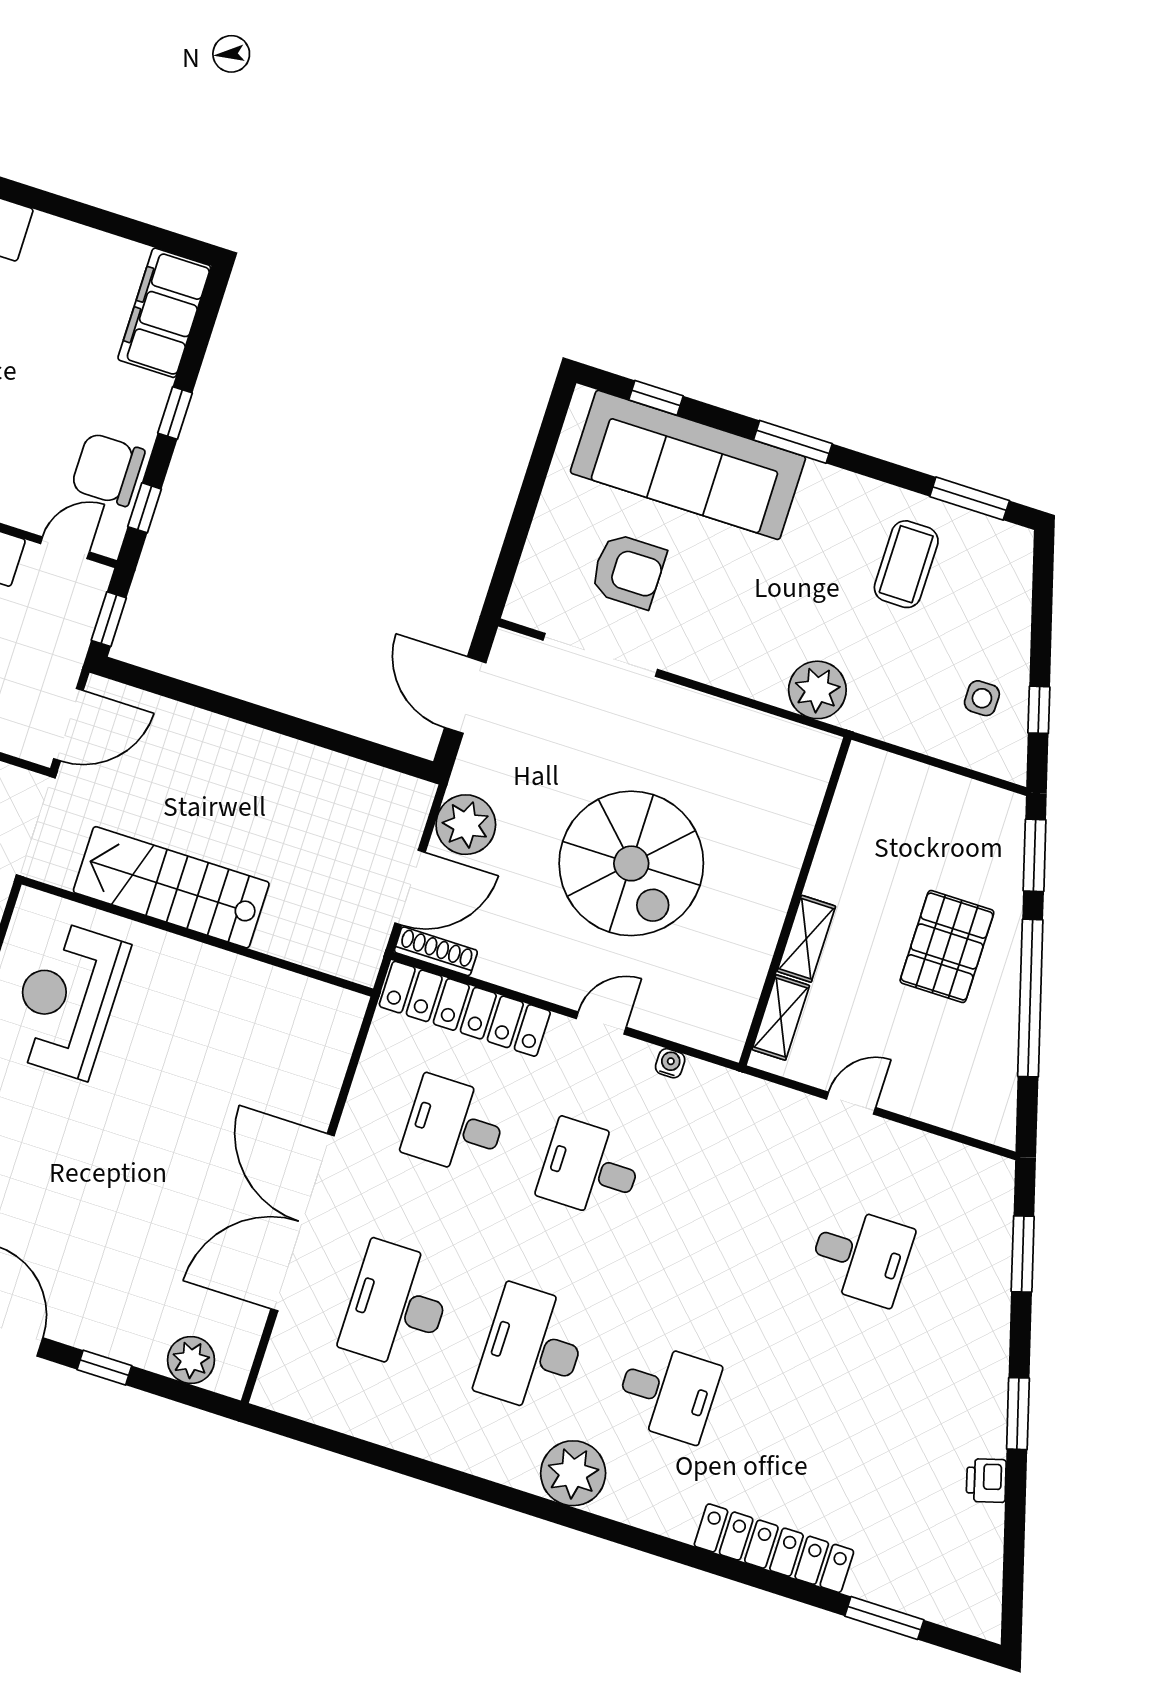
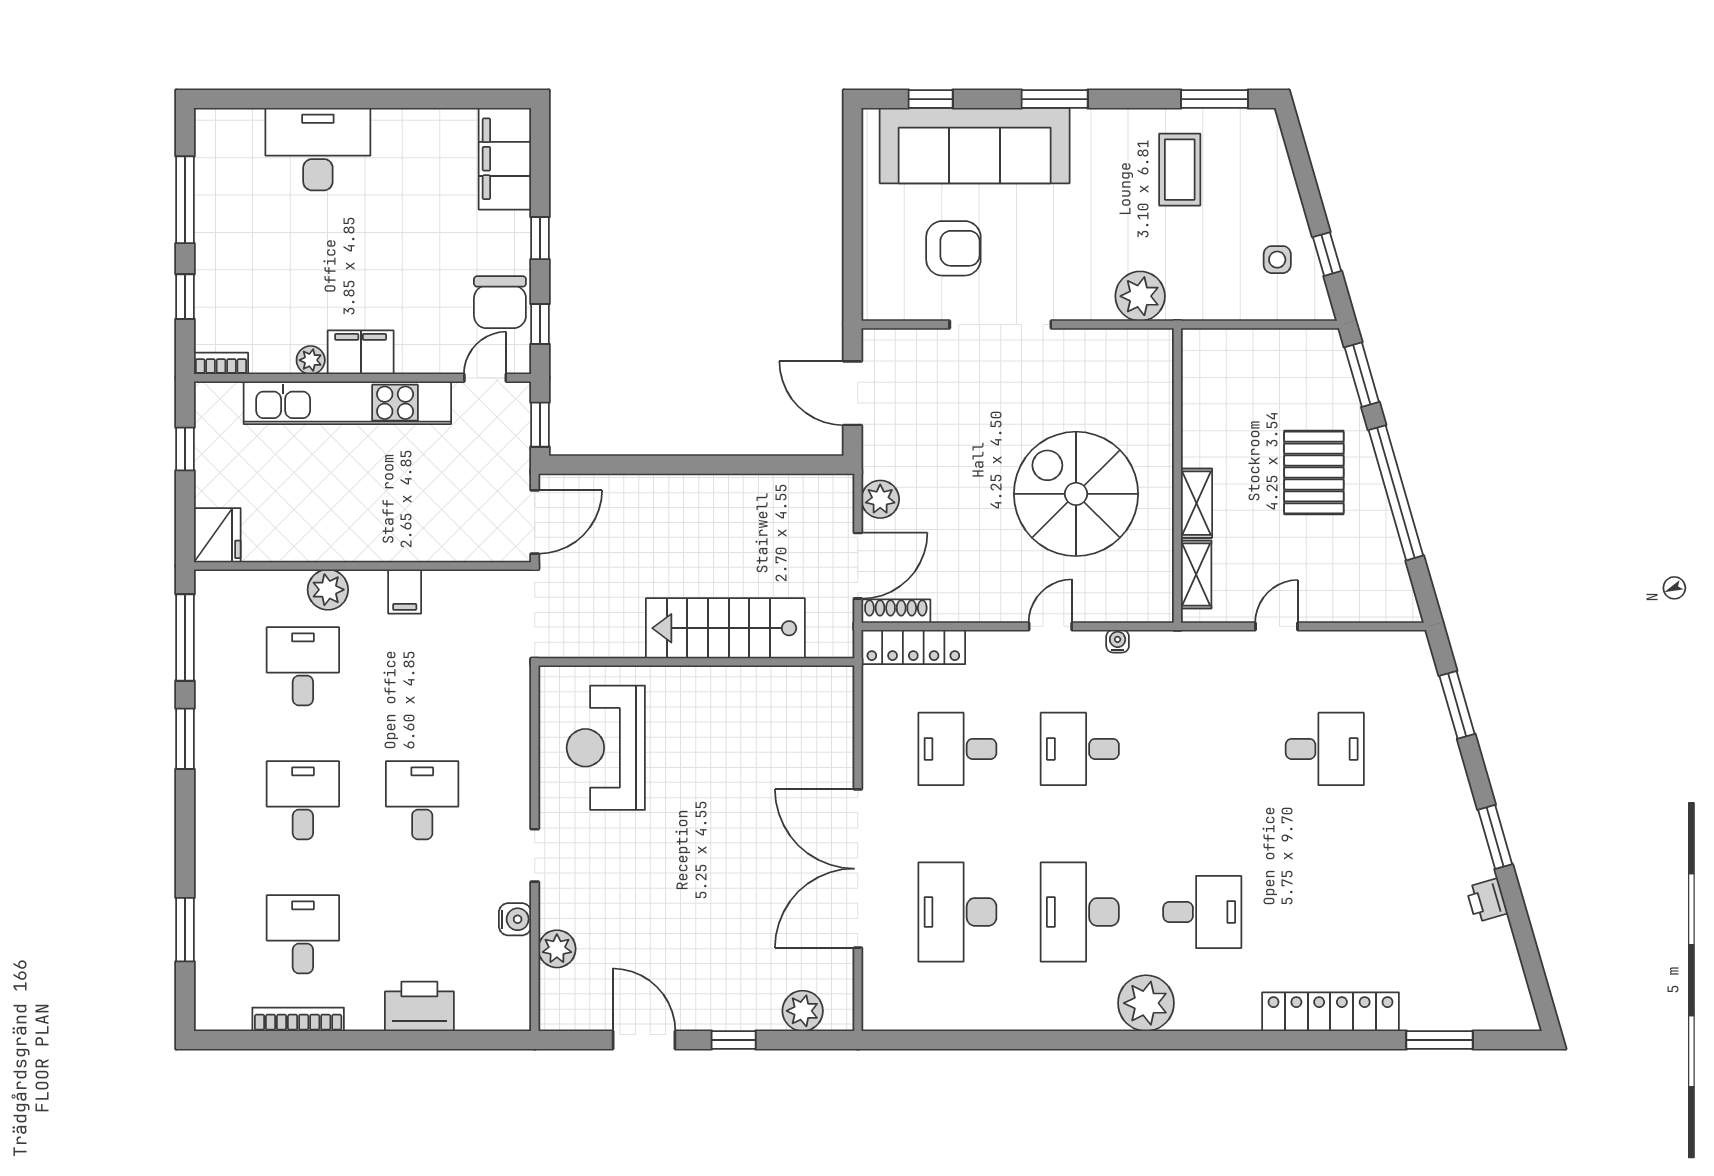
chair: (108, 470) -> (500, 302), turned -90
doorway: (600, 655) -> (1000, 325), moved
plant: (466, 825) -> (880, 499), width x0.73, depth x0.73
spiral stairs: (631, 863) -> (1076, 494), moved, turned 180
stairs: (171, 887) -> (725, 628), moved
locker: (465, 1009) -> (913, 647), width x0.71, depth x0.83

